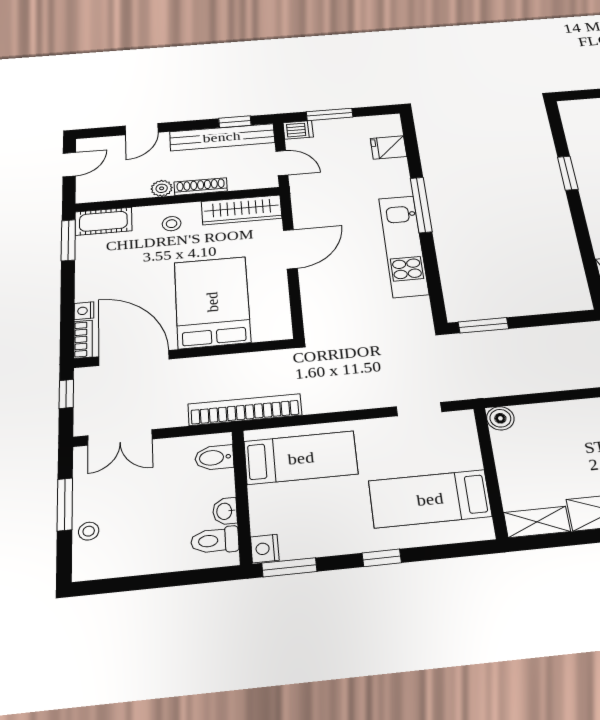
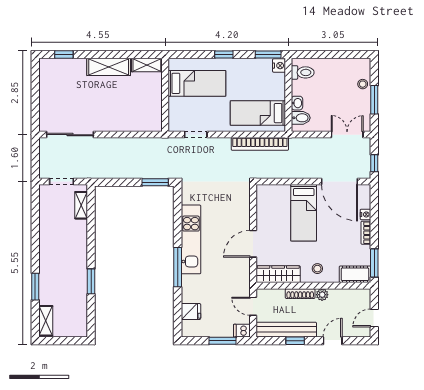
window: (235, 122) -> (295, 341), moved
bed: (212, 302) -> (304, 213), width x0.67
bookcase: (83, 339) -> (366, 233), moved
bookcase: (245, 410) -> (260, 144), moved
boiler: (500, 418) -> (155, 125), removed
washbasin: (225, 511) -> (297, 103), moved

